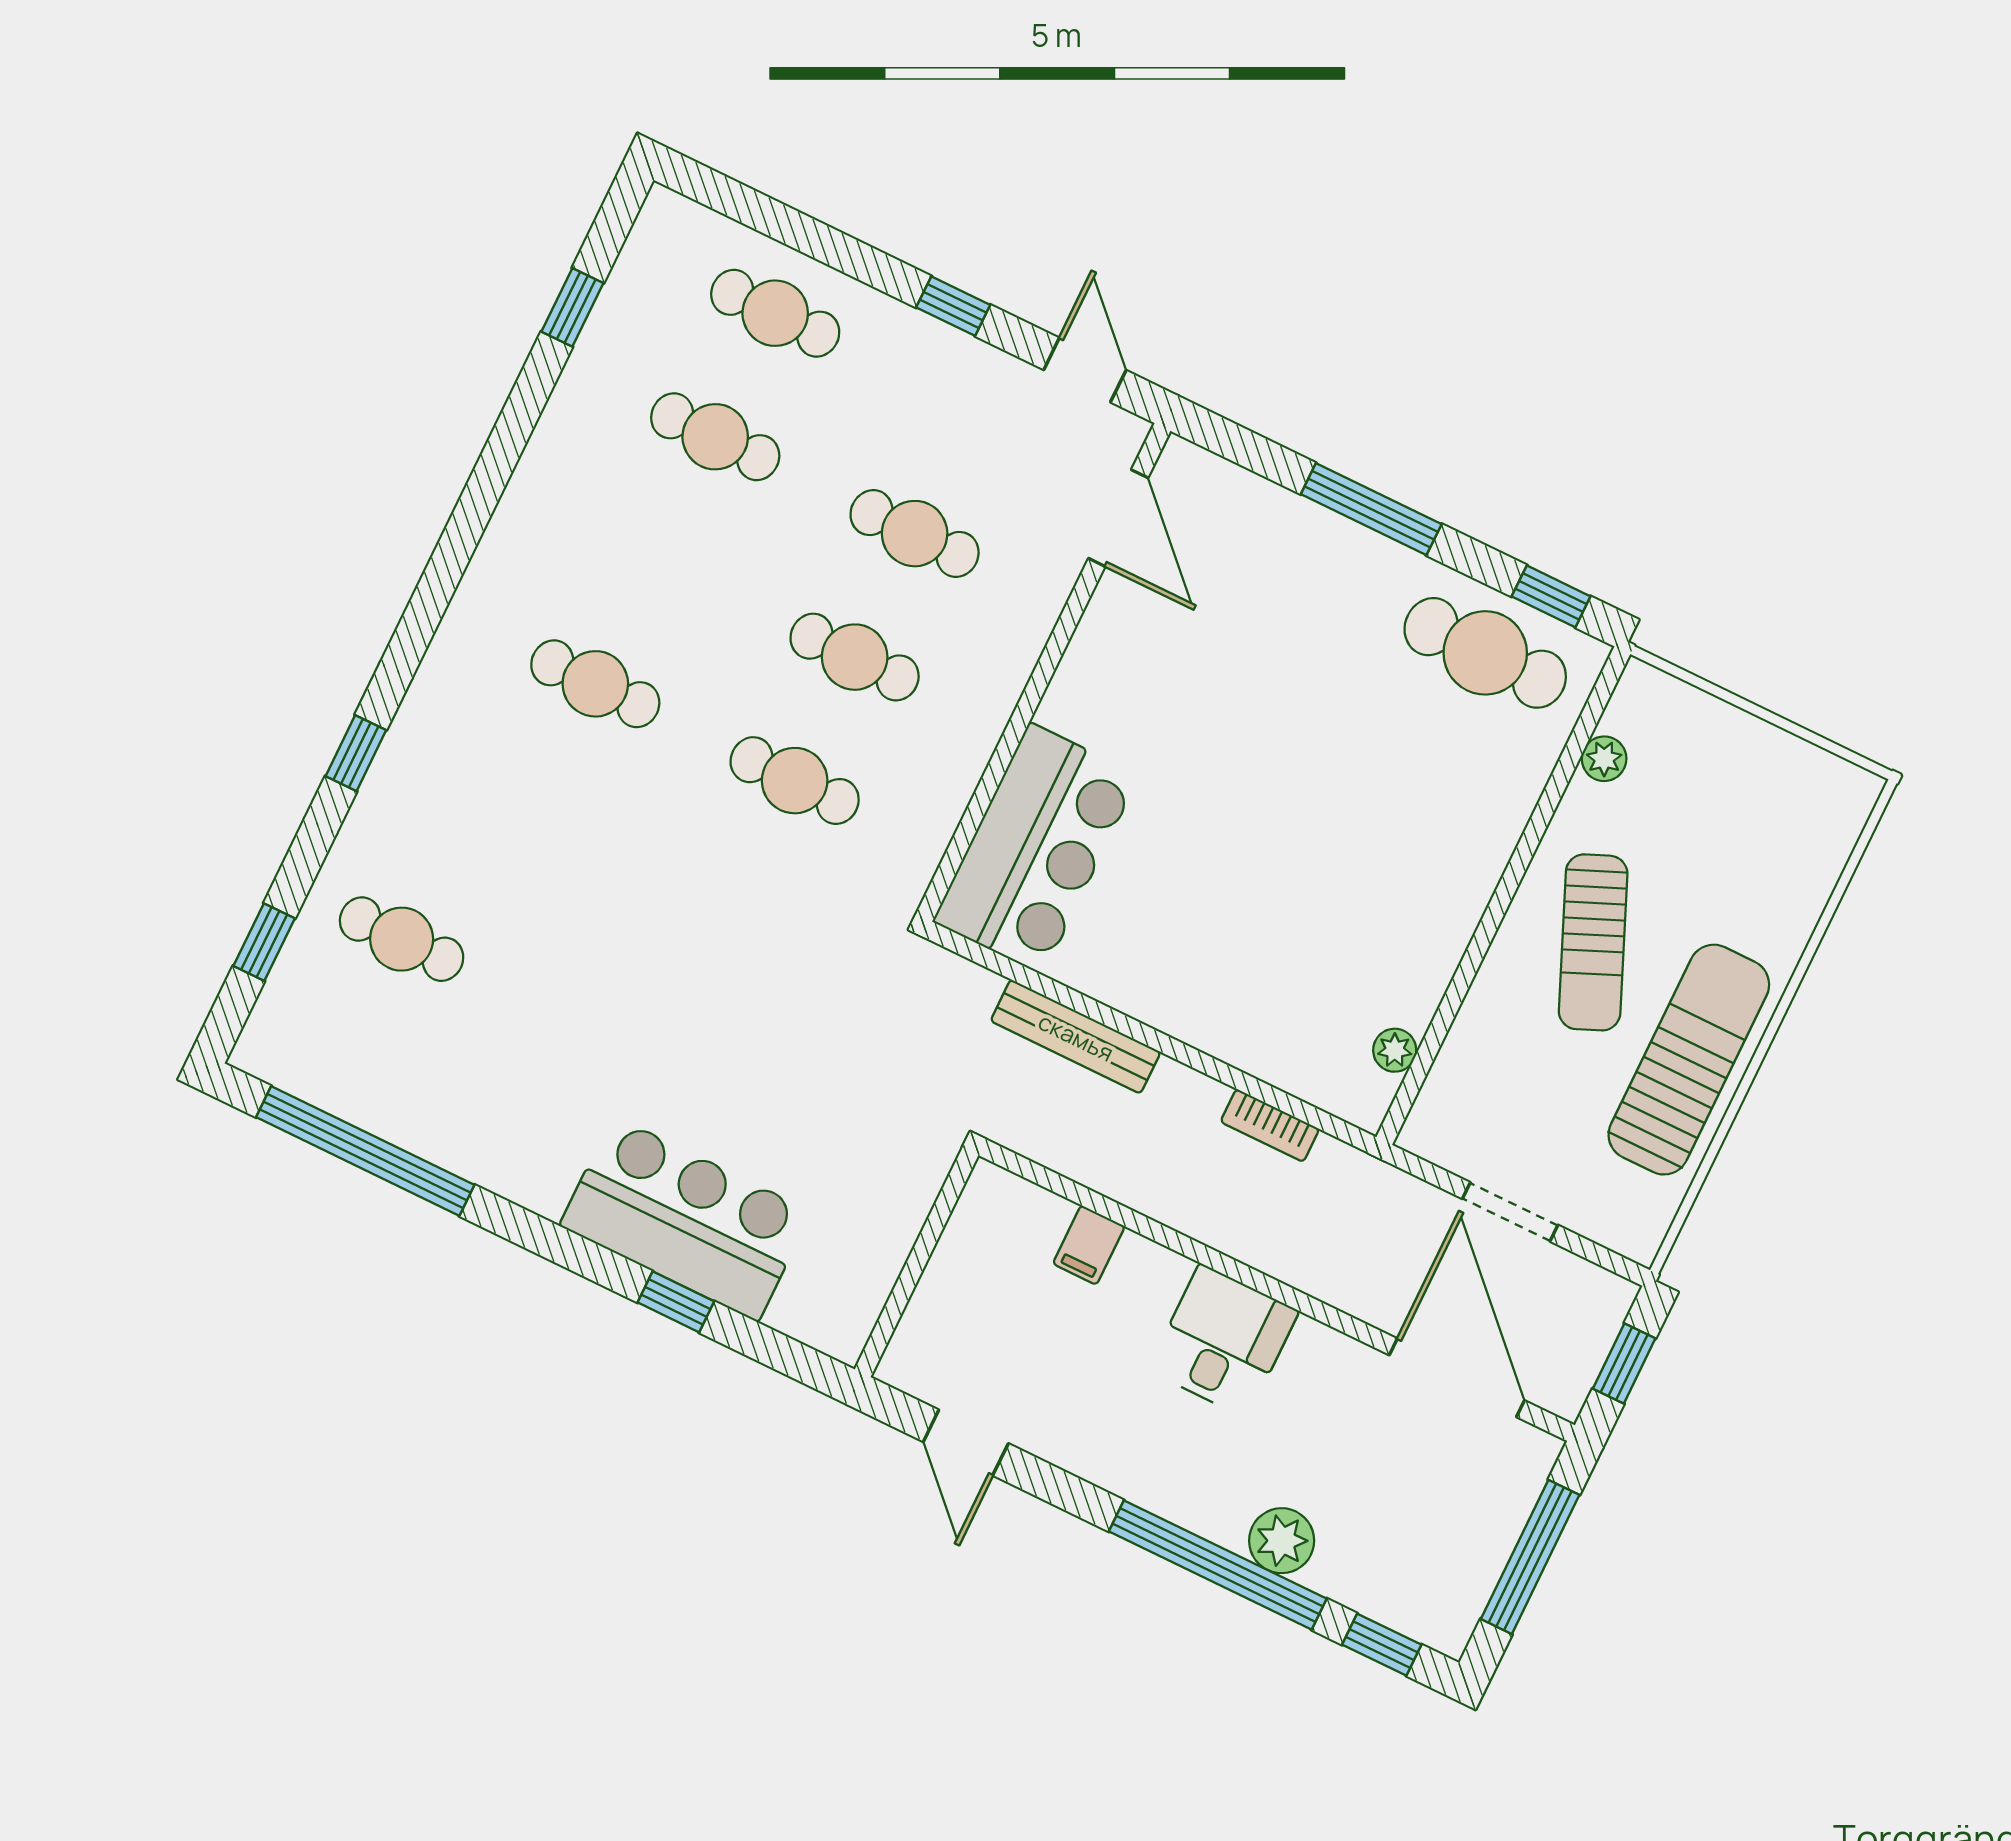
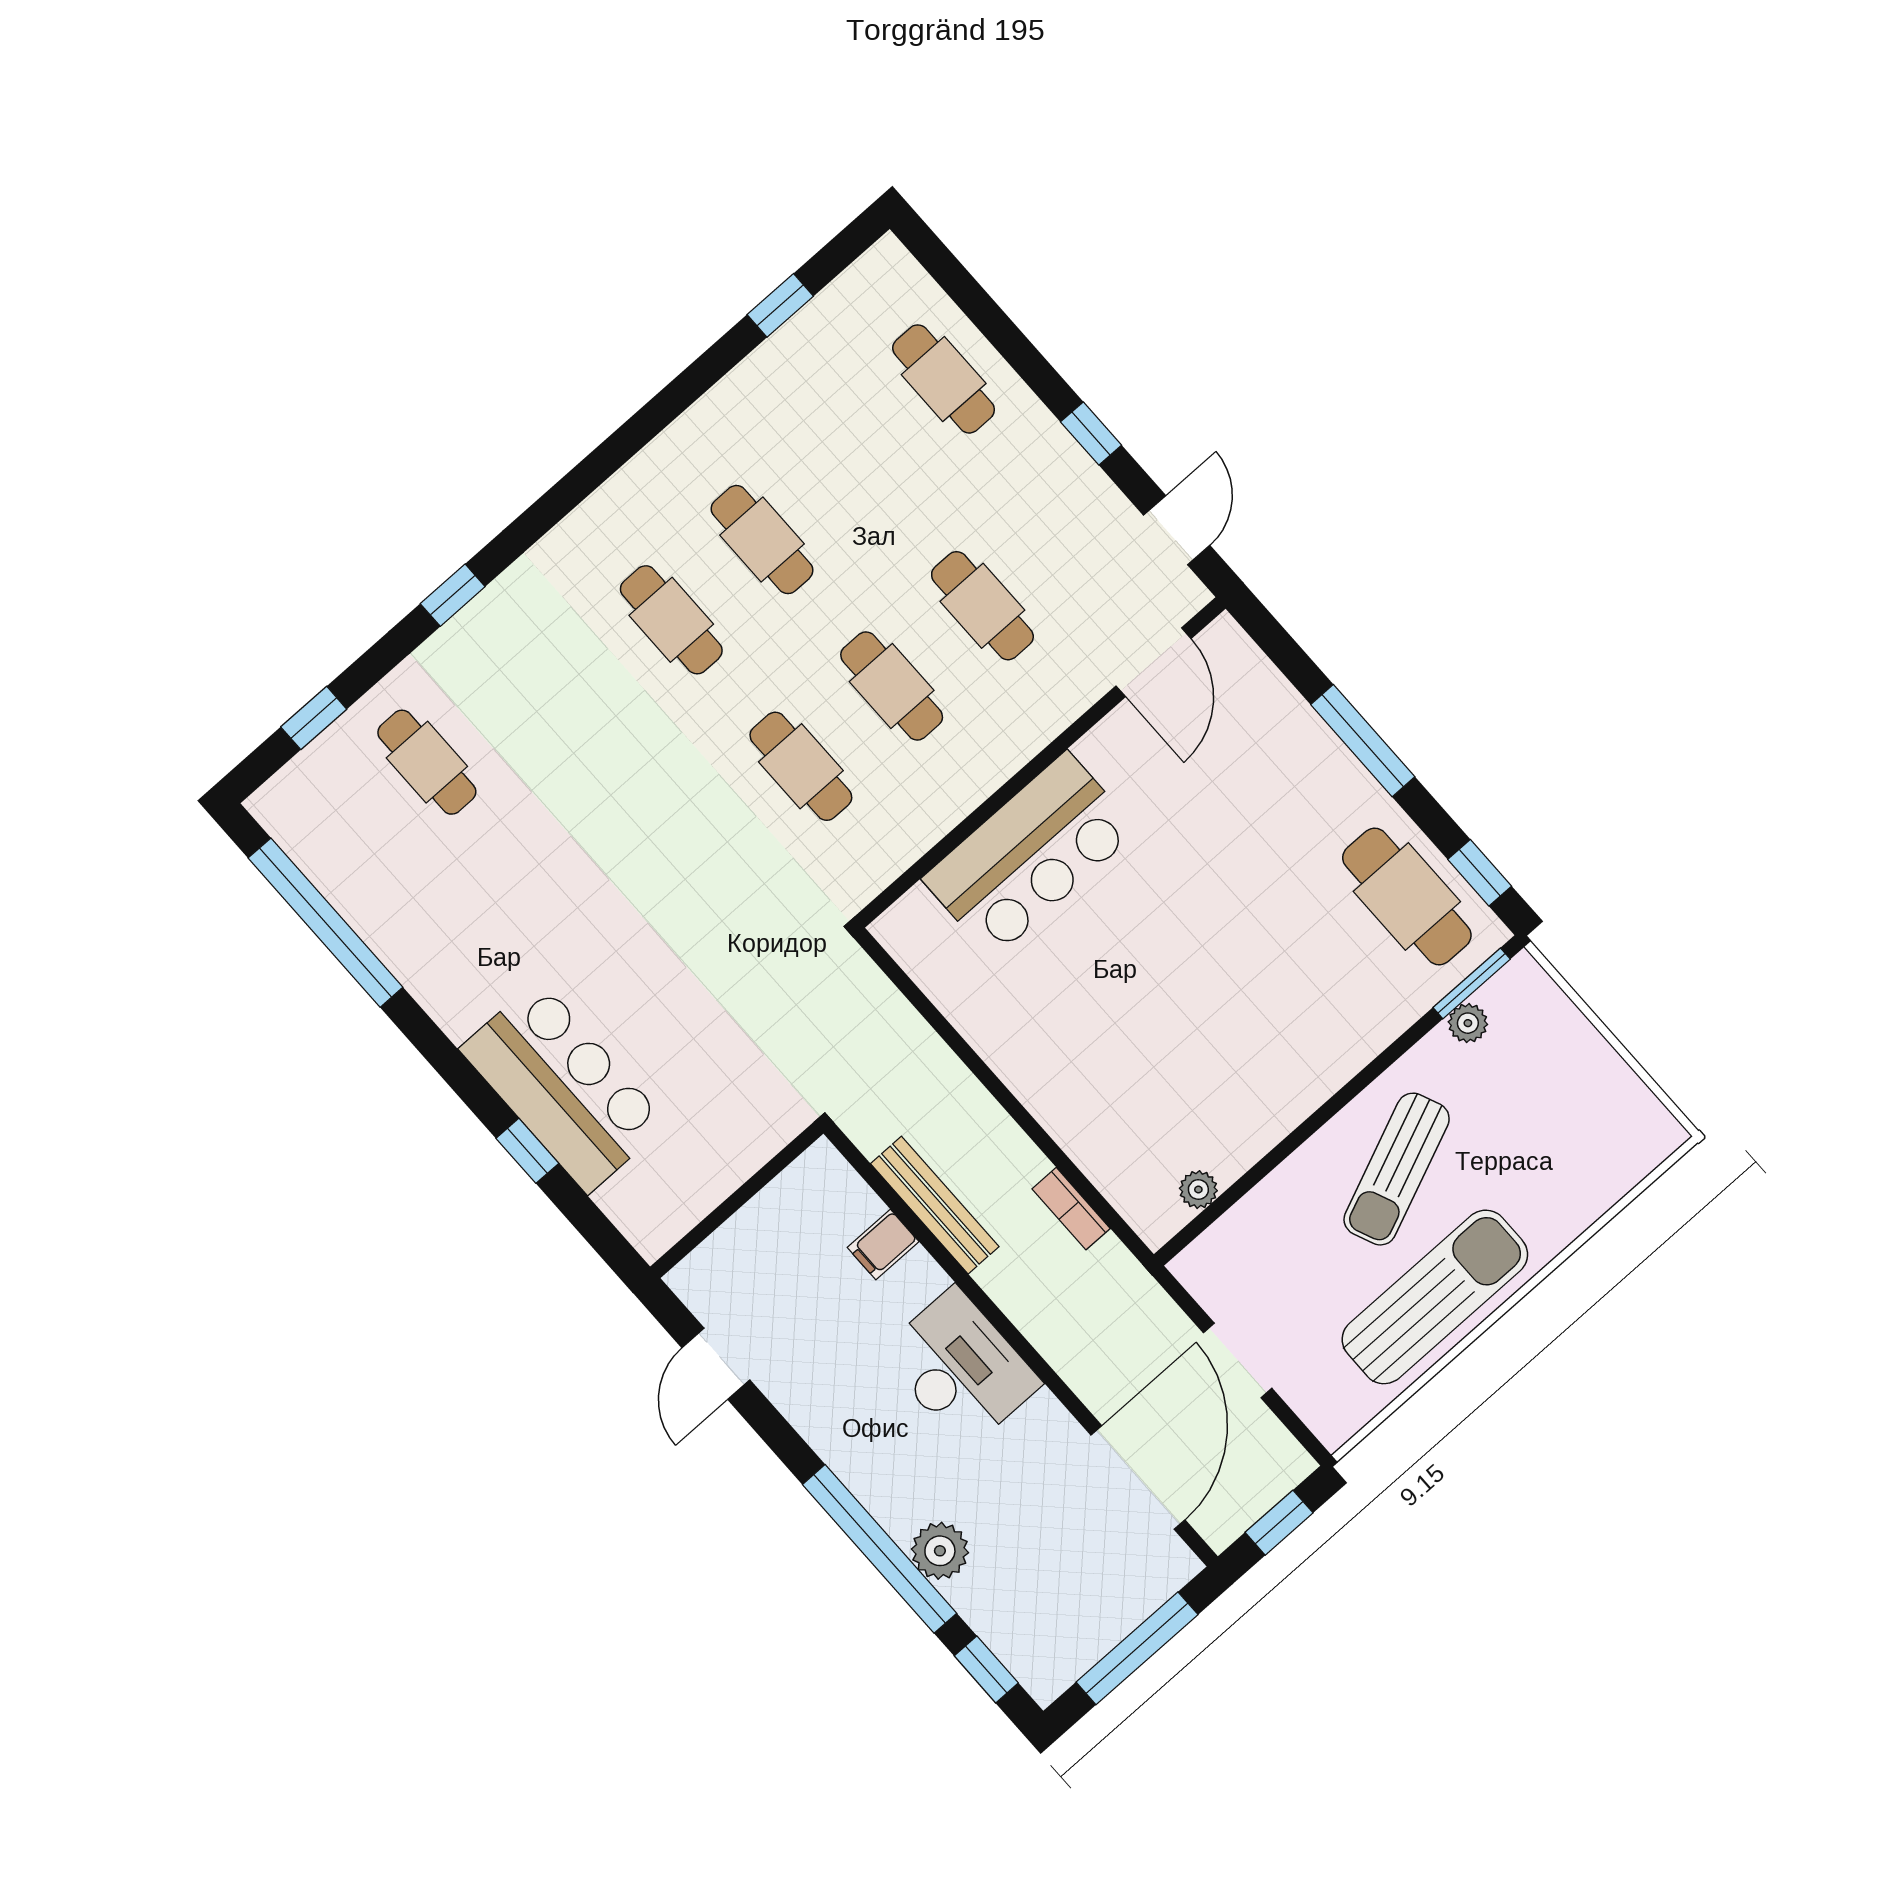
cafe table: (715, 437) -> (762, 540), moved
window: (1591, 715) -> (1472, 983), added
bar counter: (1036, 848) -> (1030, 855), moved
bench: (1076, 1037) -> (935, 1205), moved
desk: (1223, 1341) -> (960, 1368), width x1.37

